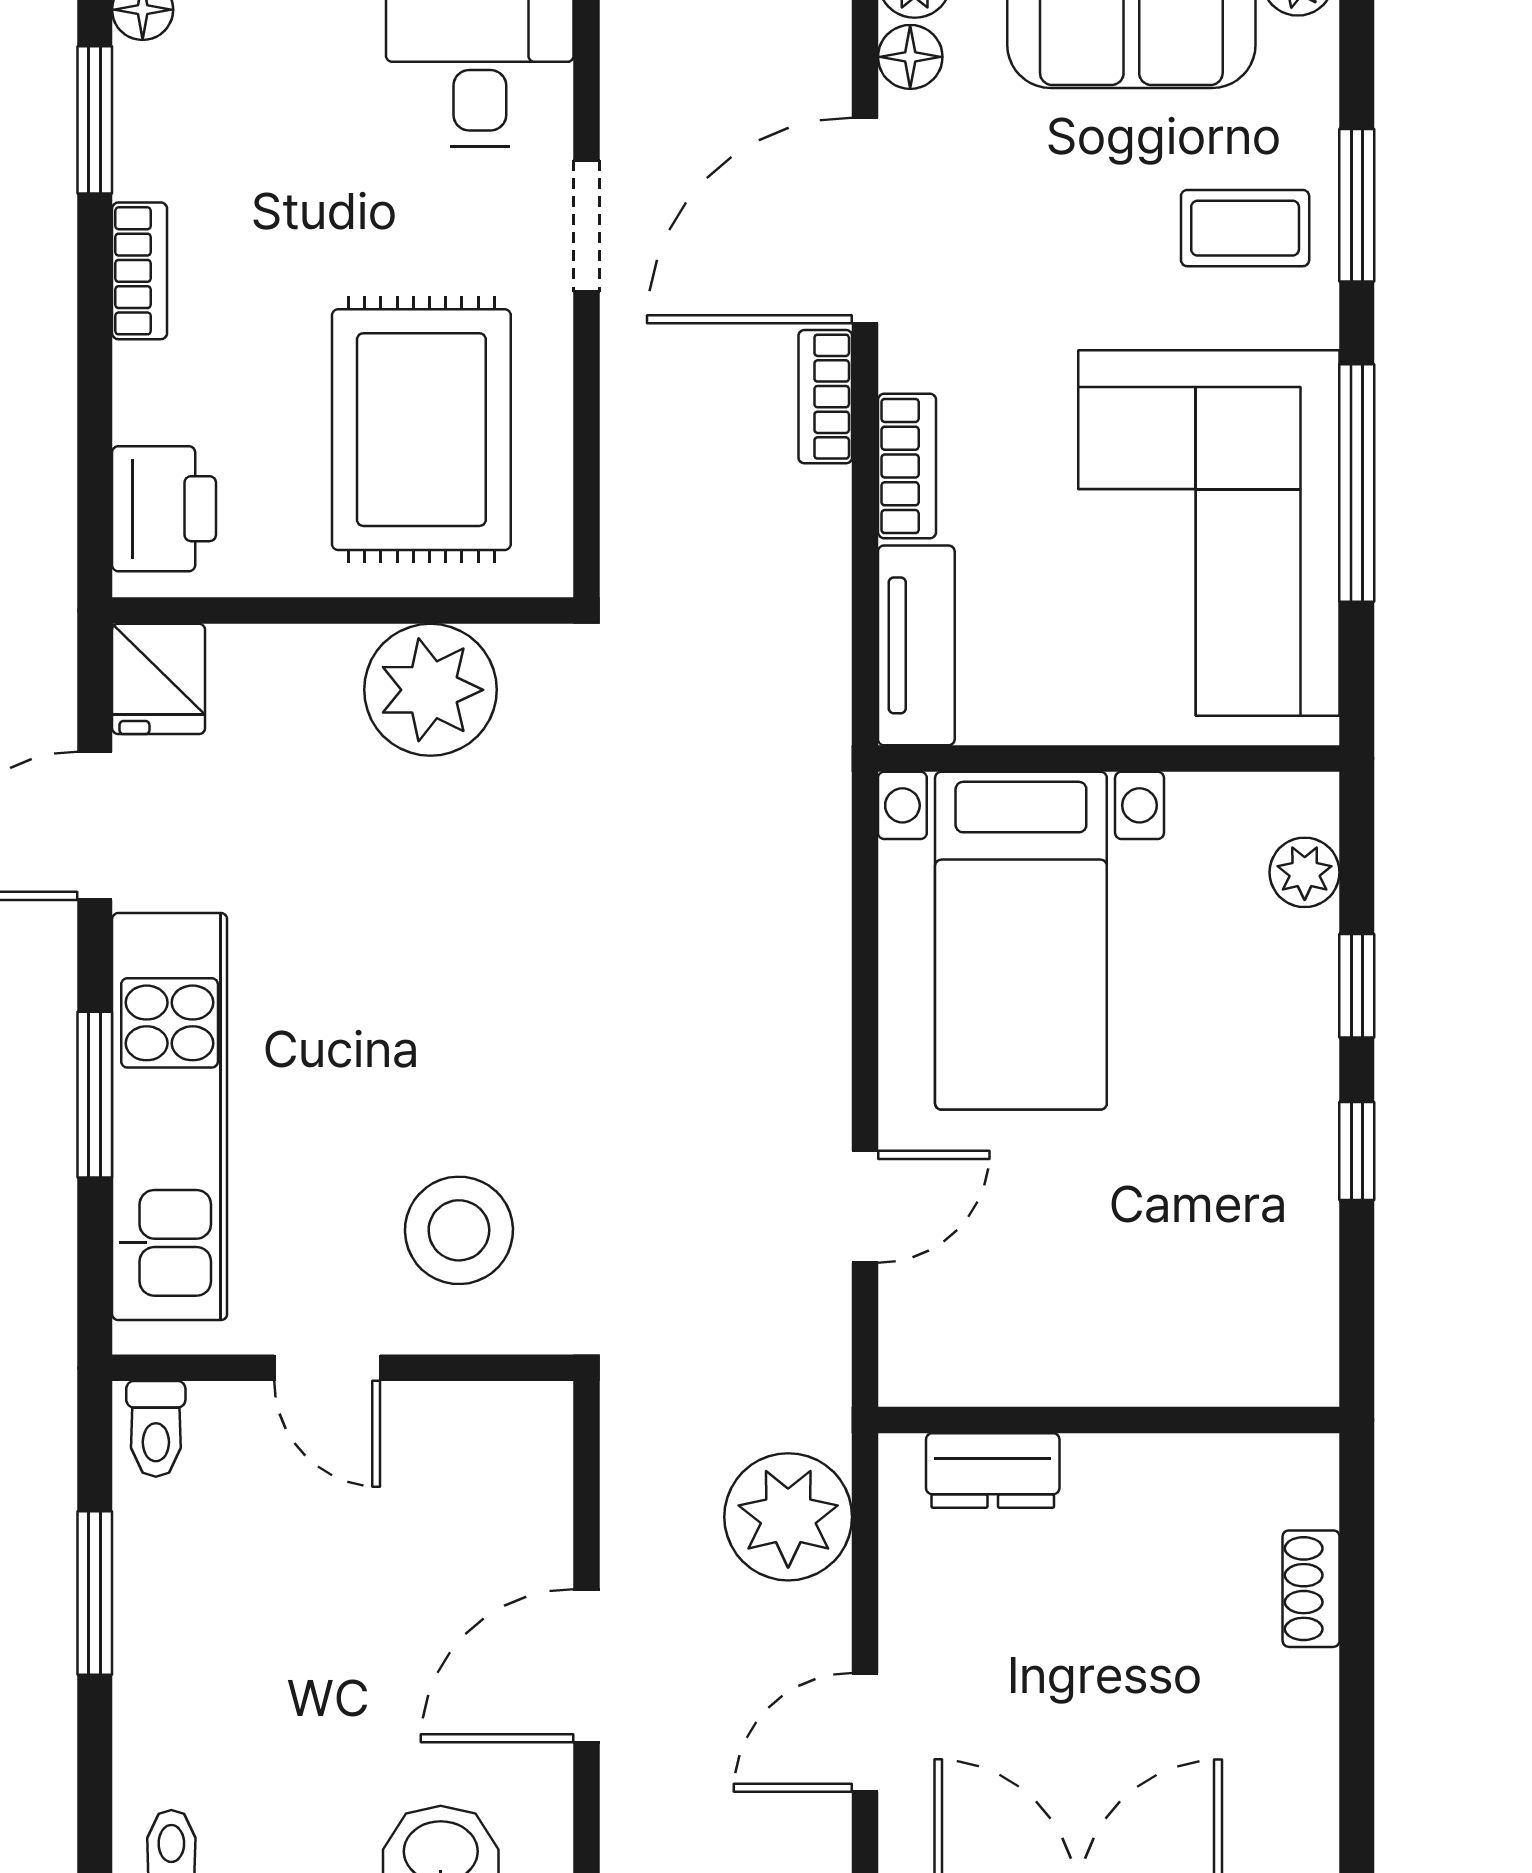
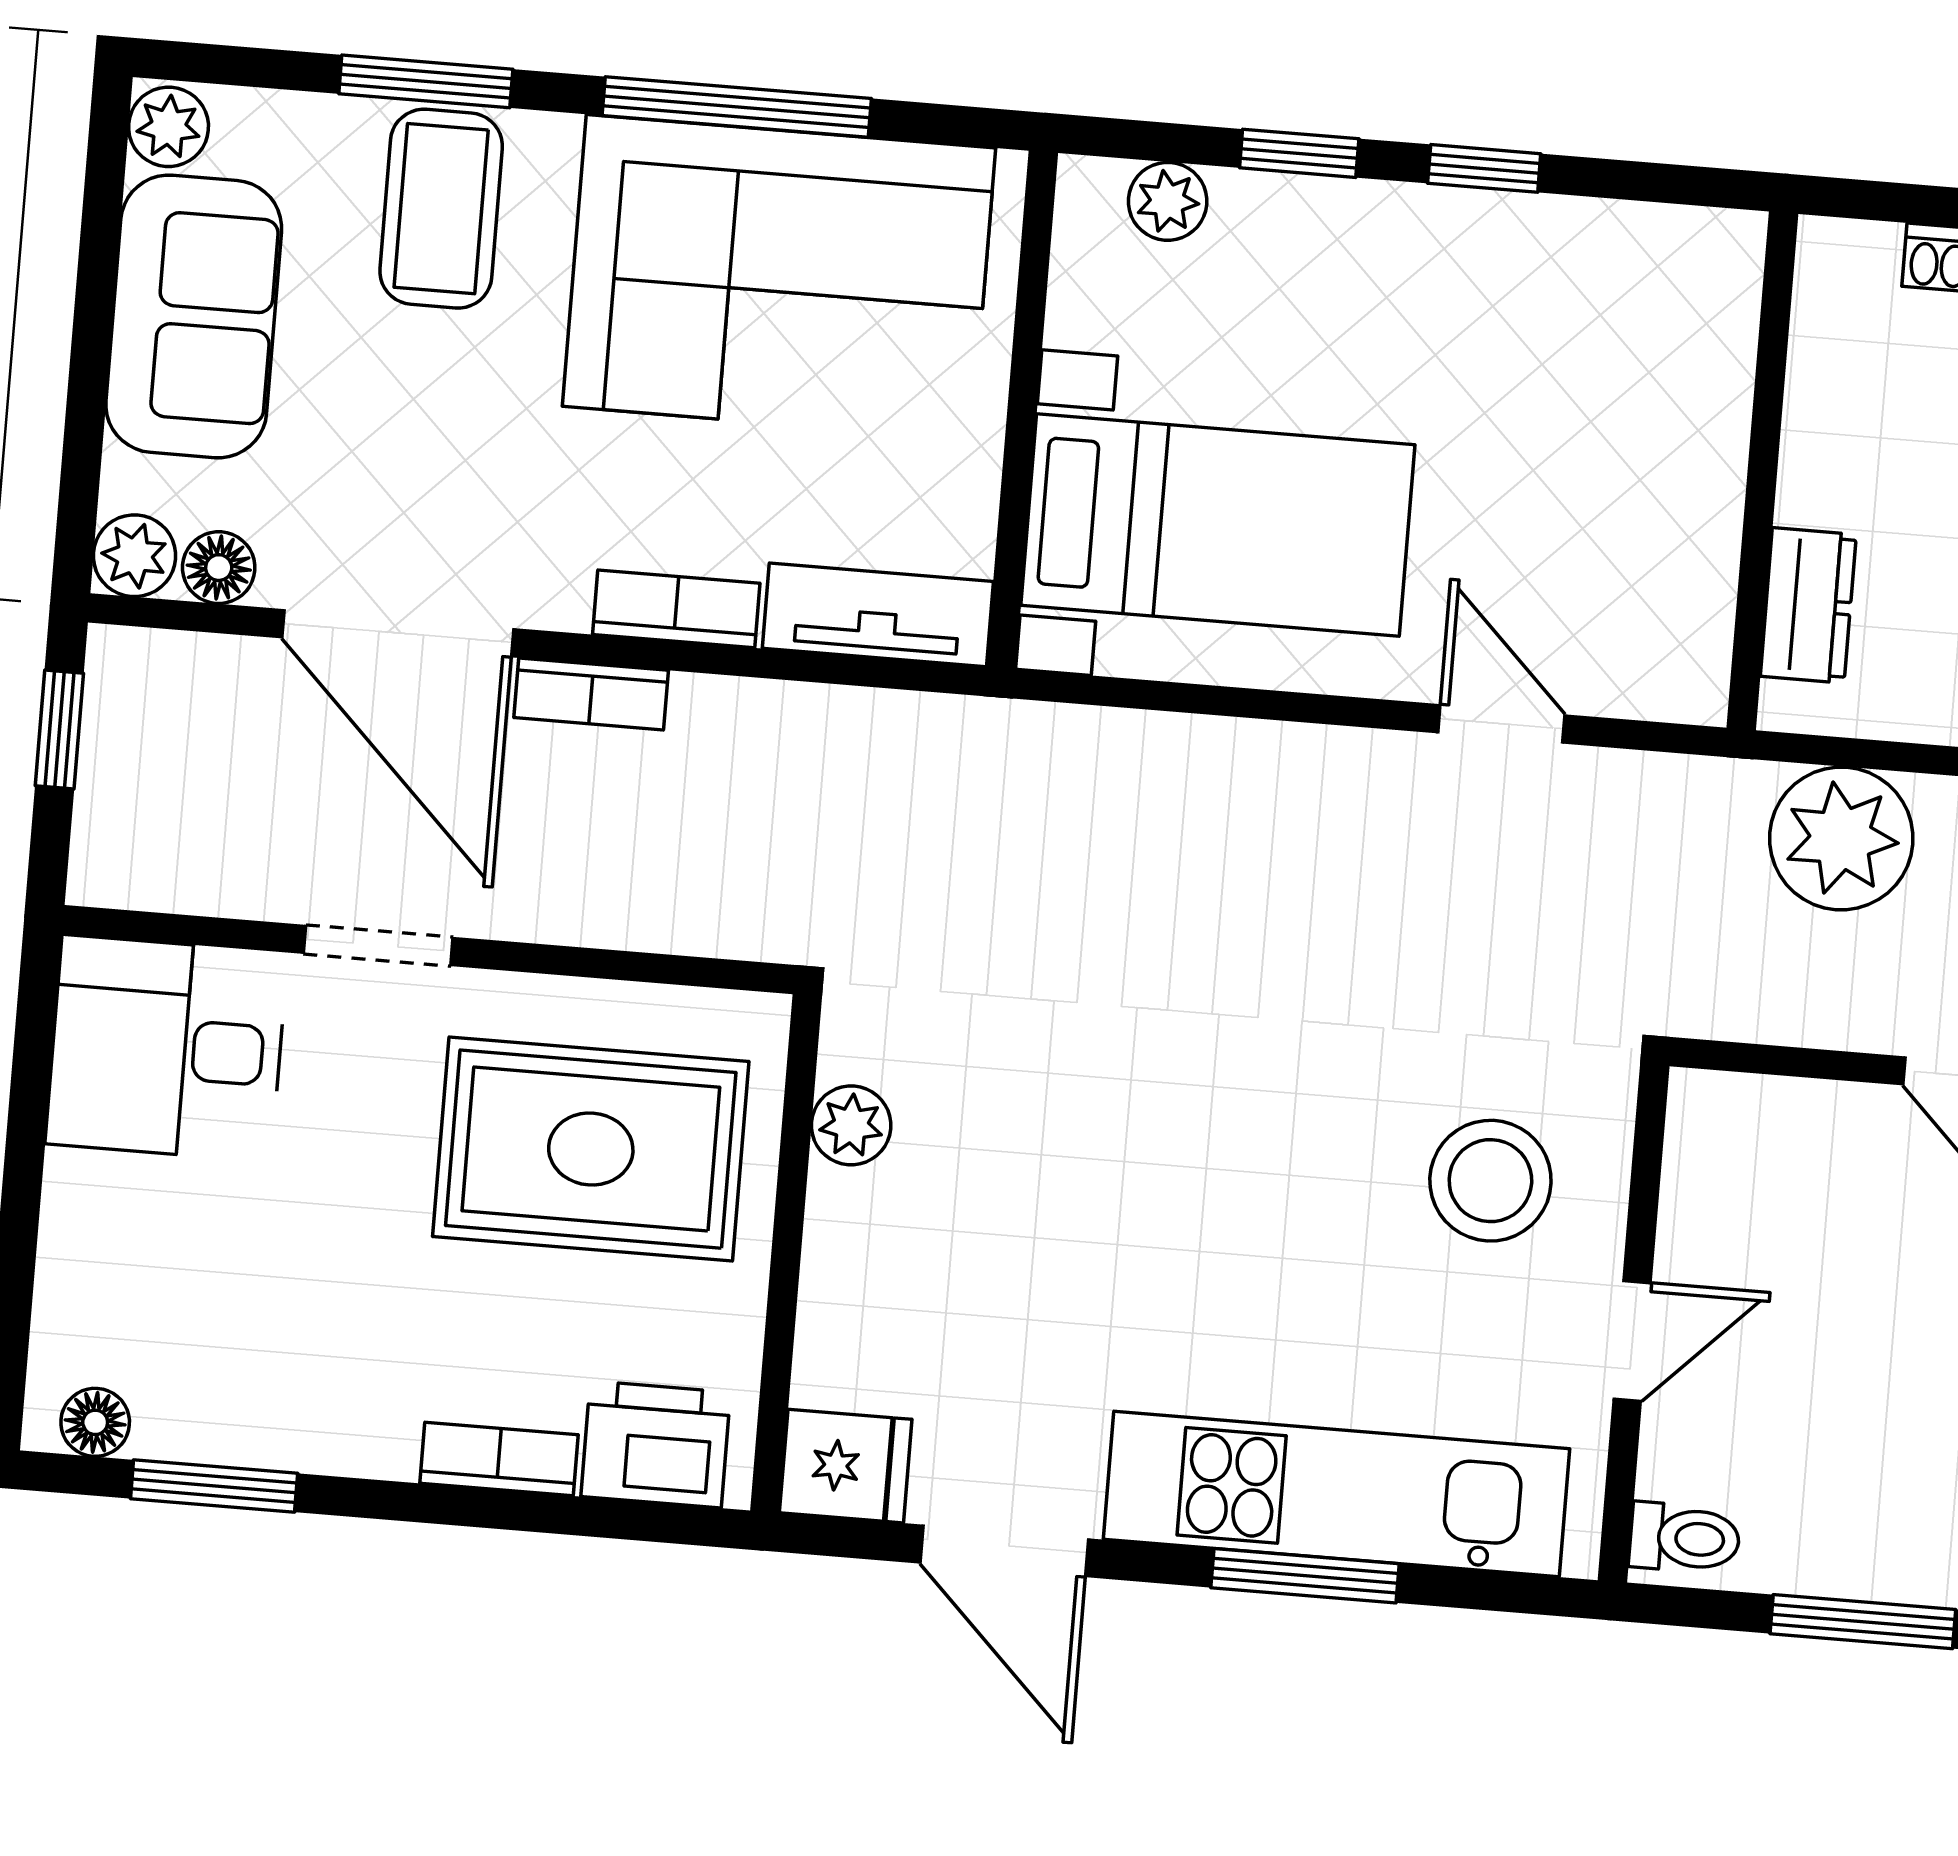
coffee table: (1245, 228) -> (441, 209), width x1.36, depth x1.30
bookcase: (140, 271) -> (499, 1459), moved
plant: (430, 690) -> (851, 1125), width x0.53, depth x0.53

